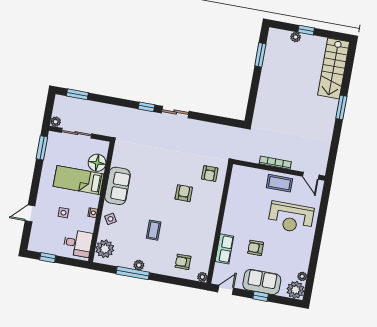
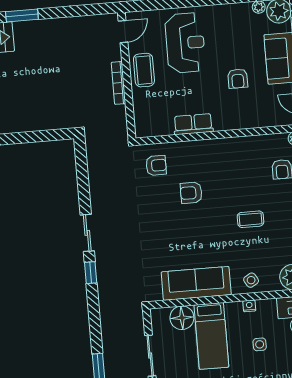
sofa: (118, 186) -> (196, 283), width x1.36
row of seats: (224, 249) -> (193, 124), moved

